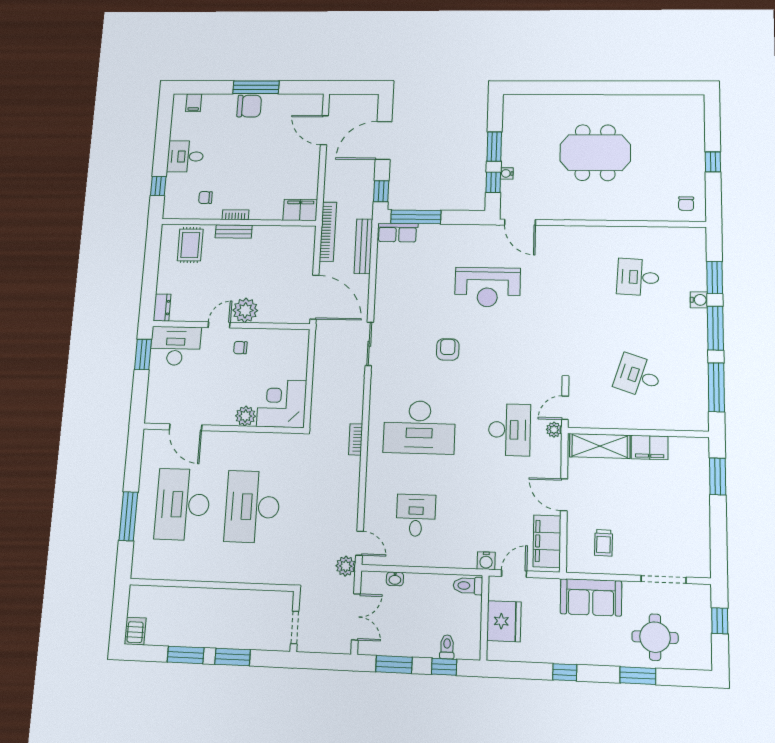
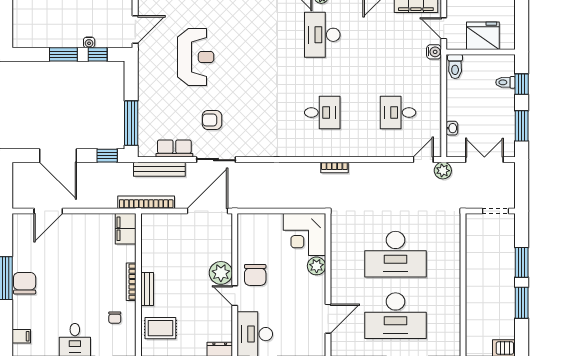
bookcase: (235, 215) -> (131, 282), width x1.56
row of seats: (398, 233) -> (174, 149), moved, turned -90
sliding door: (369, 344) -> (216, 160), moved
chair: (240, 348) -> (255, 275), width x1.87, depth x1.87
armchair: (448, 349) -> (212, 120), moved
desk: (419, 427) -> (322, 112), width x0.53, depth x0.77
desk: (510, 430) -> (322, 35), turned -90

